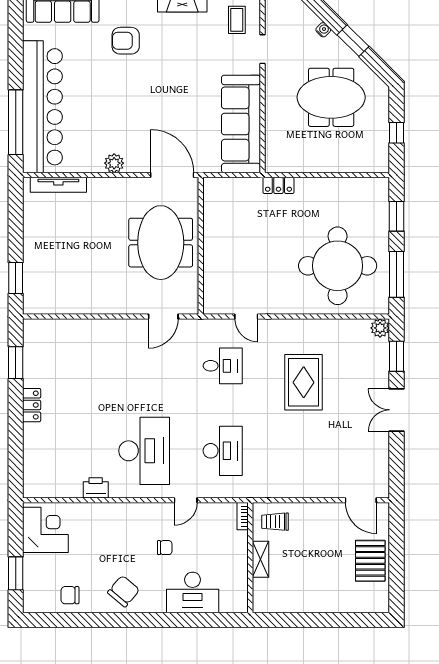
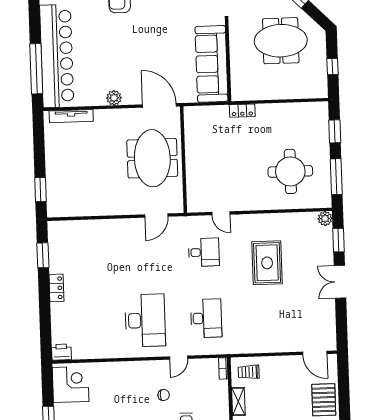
round table: (338, 266) -> (290, 171), width x0.73, depth x0.73
printer: (96, 488) -> (61, 352), moved

